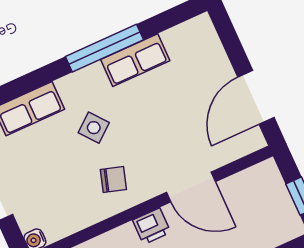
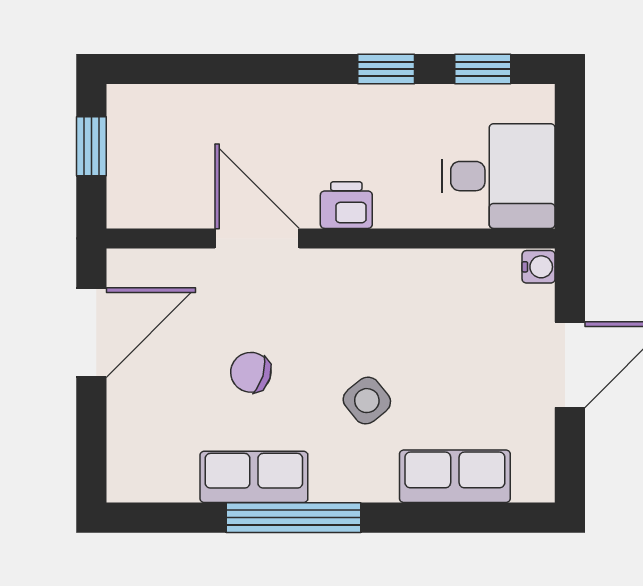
chair: (113, 179) -> (251, 372), moved

